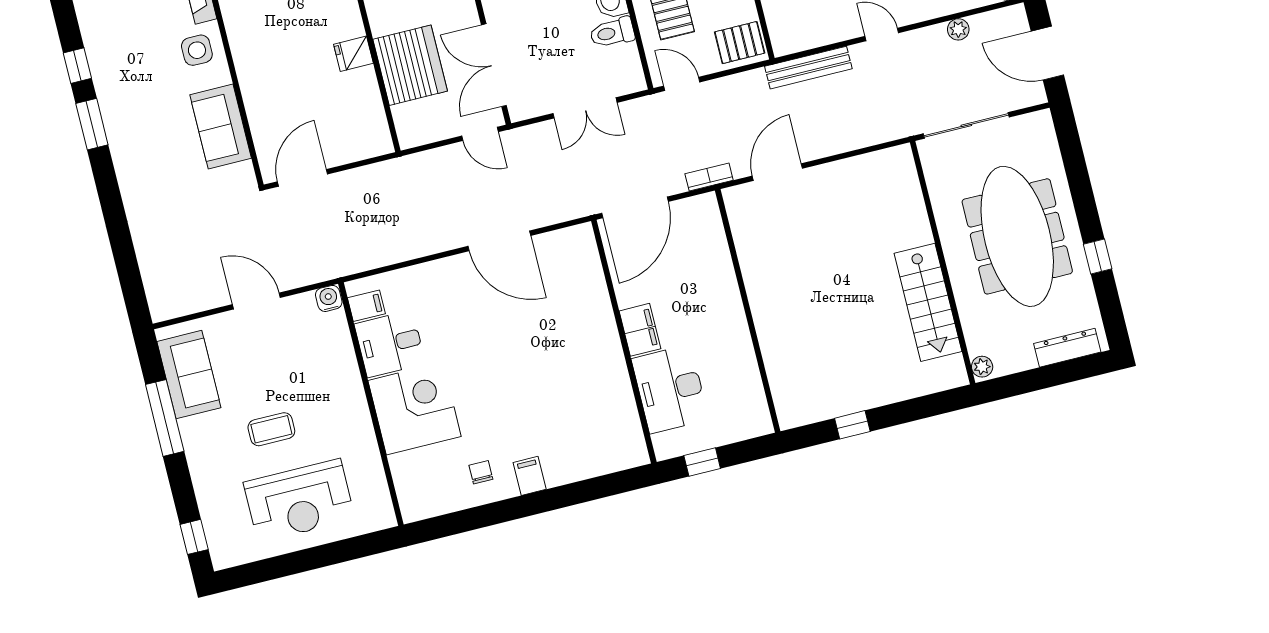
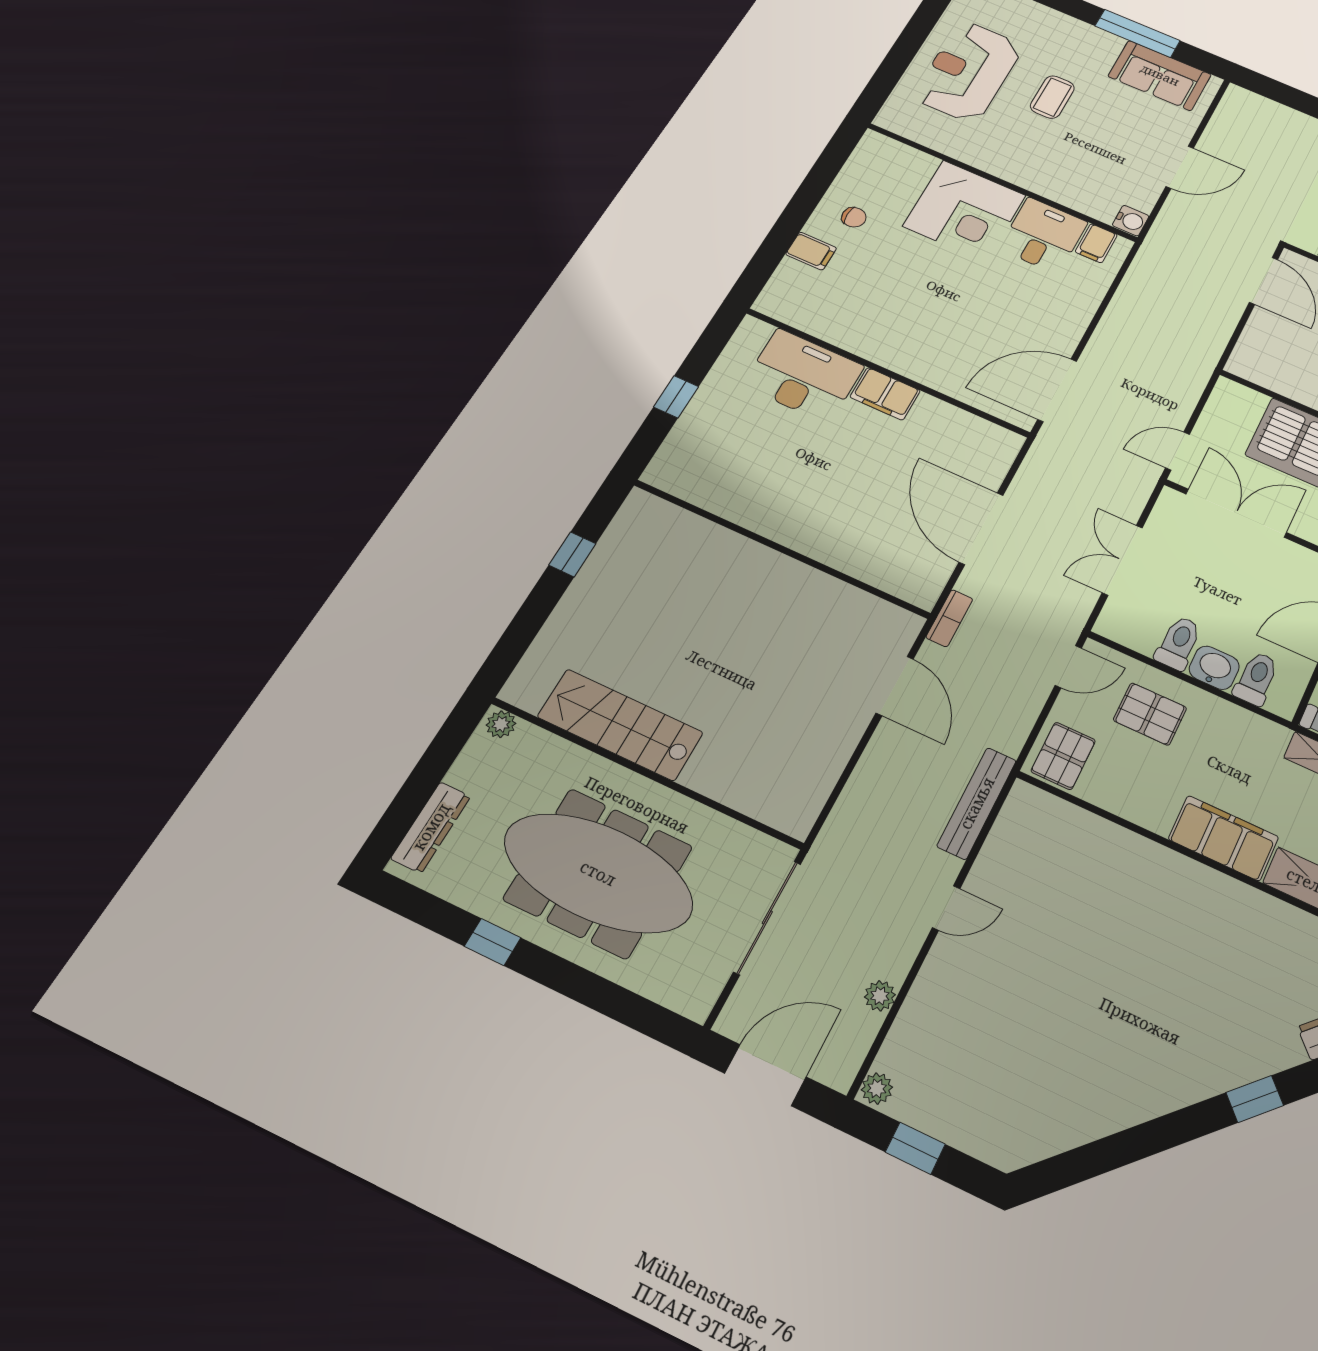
filing cabinet: (640, 330) -> (885, 394), moved
wall: (624, 342) -> (887, 372), moved
desk: (670, 389) -> (803, 376), moved

